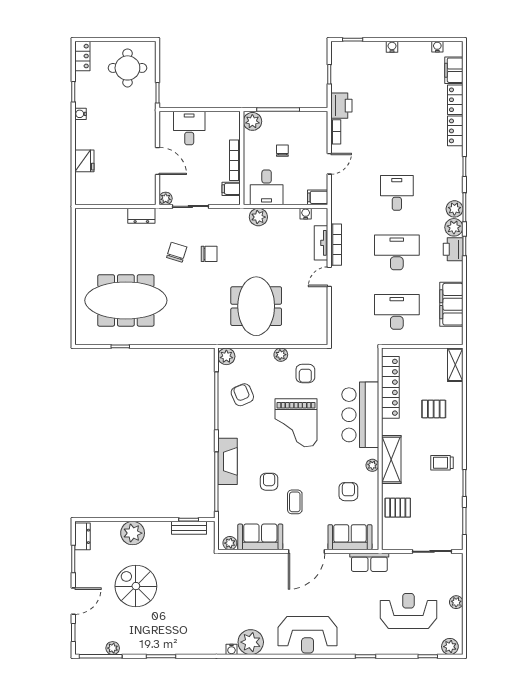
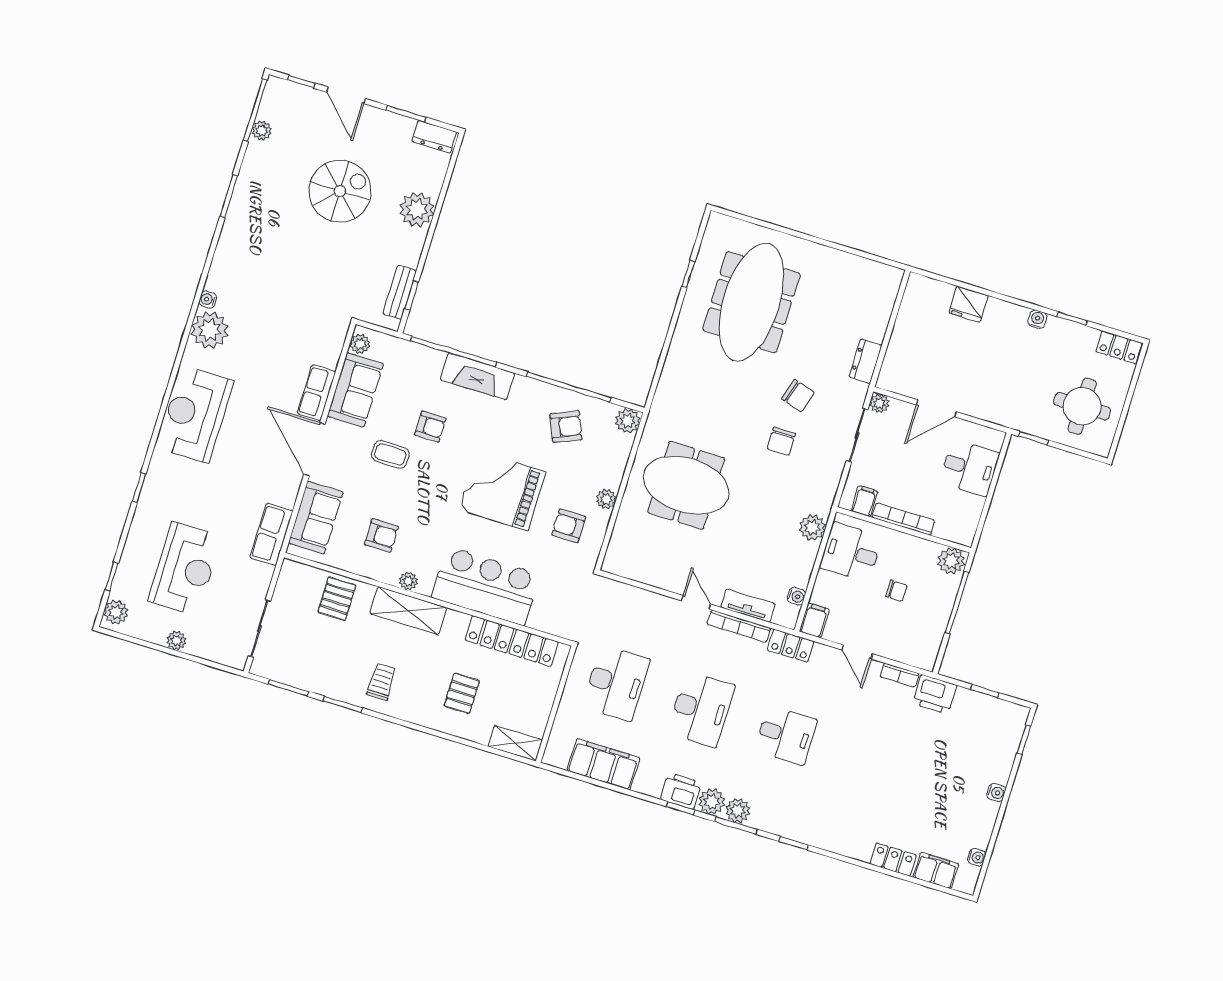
locker: (455, 131) -> (791, 646), moved, turned 180
row of seats: (270, 561) -> (317, 393), added

